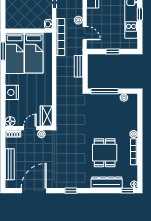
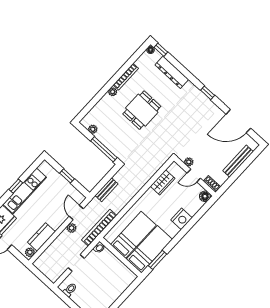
wardrobe: (46, 116) -> (163, 182), moved
dining table: (105, 153) -> (142, 110), moved

